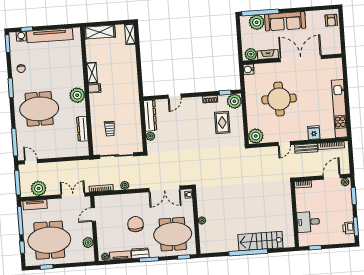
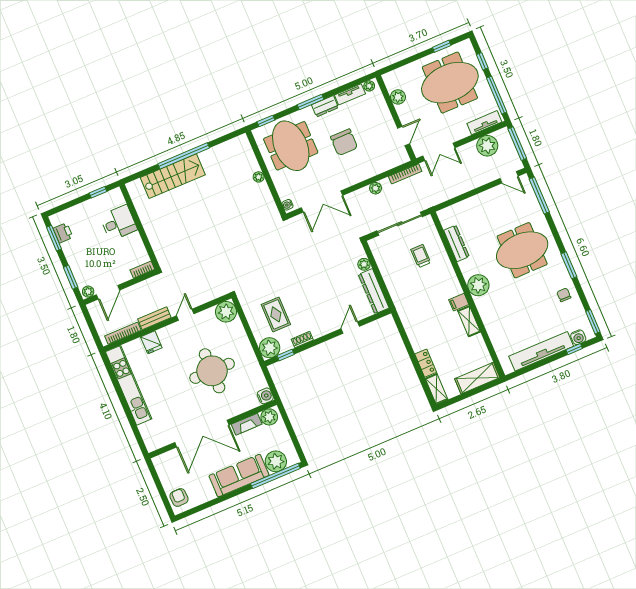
locker: (131, 54) -> (426, 363), added
double door: (164, 189) -> (322, 201), swing flipped
meeting table: (173, 234) -> (291, 146), turned 90

